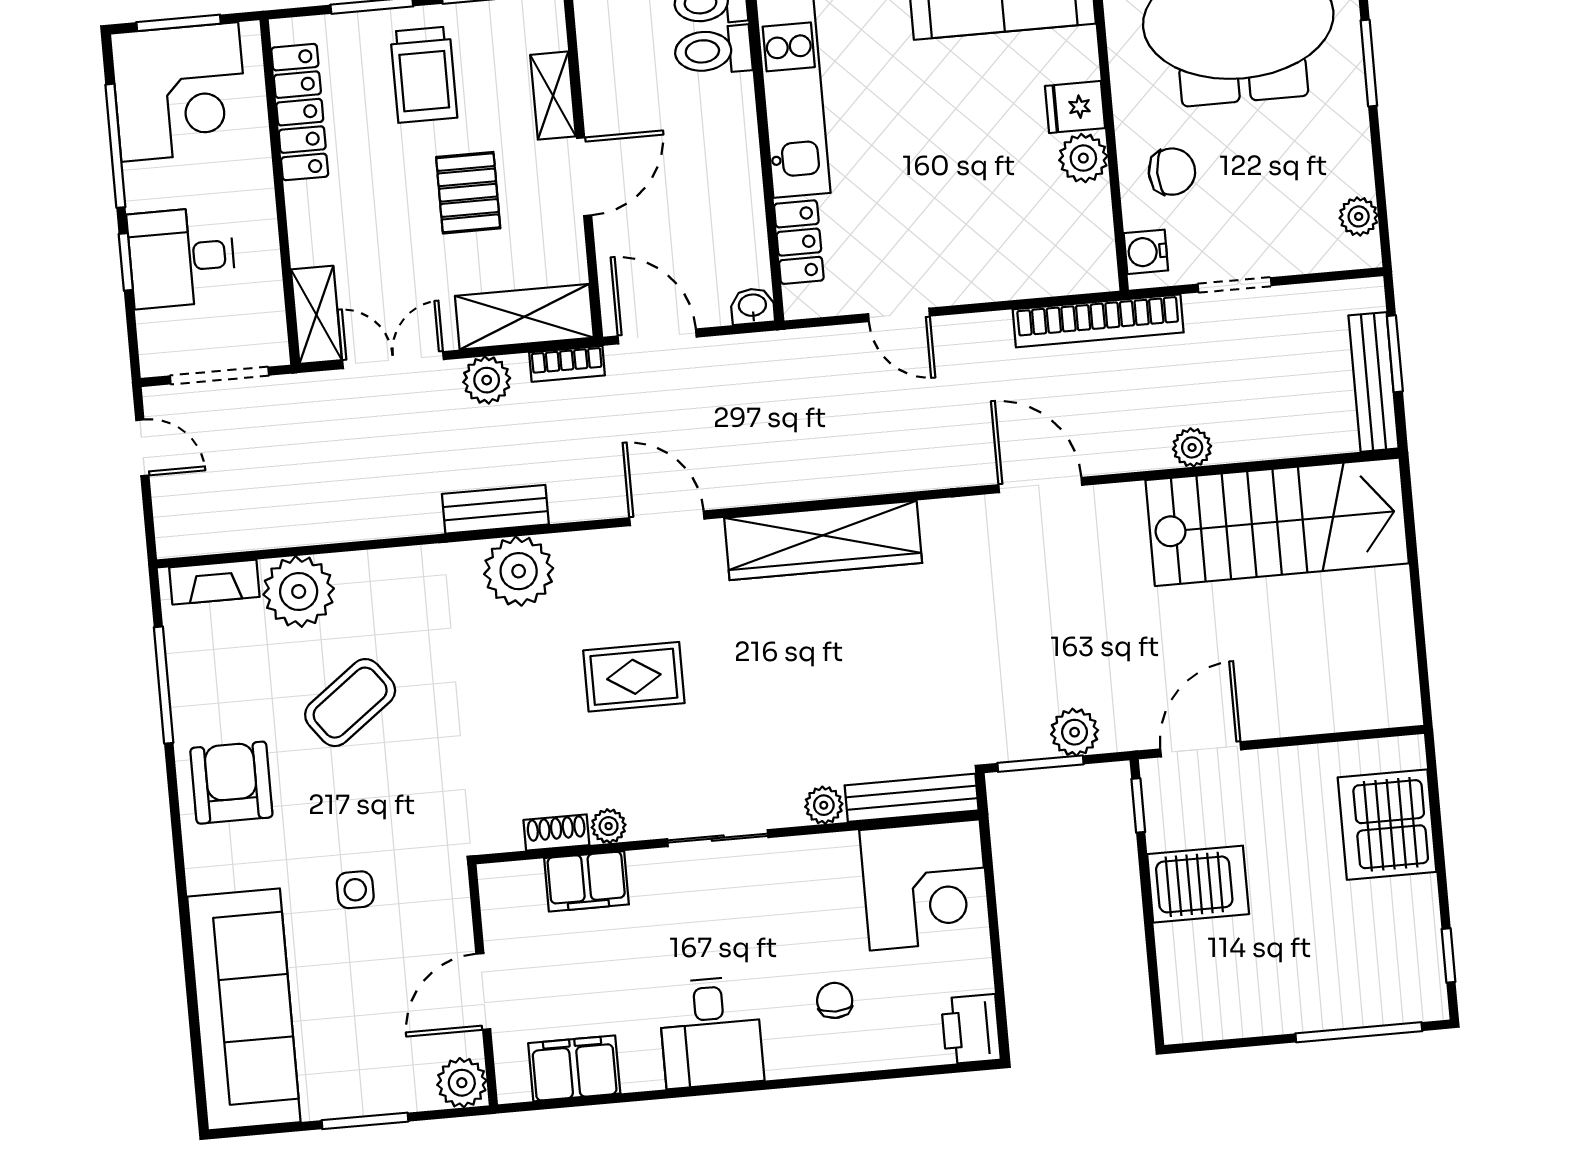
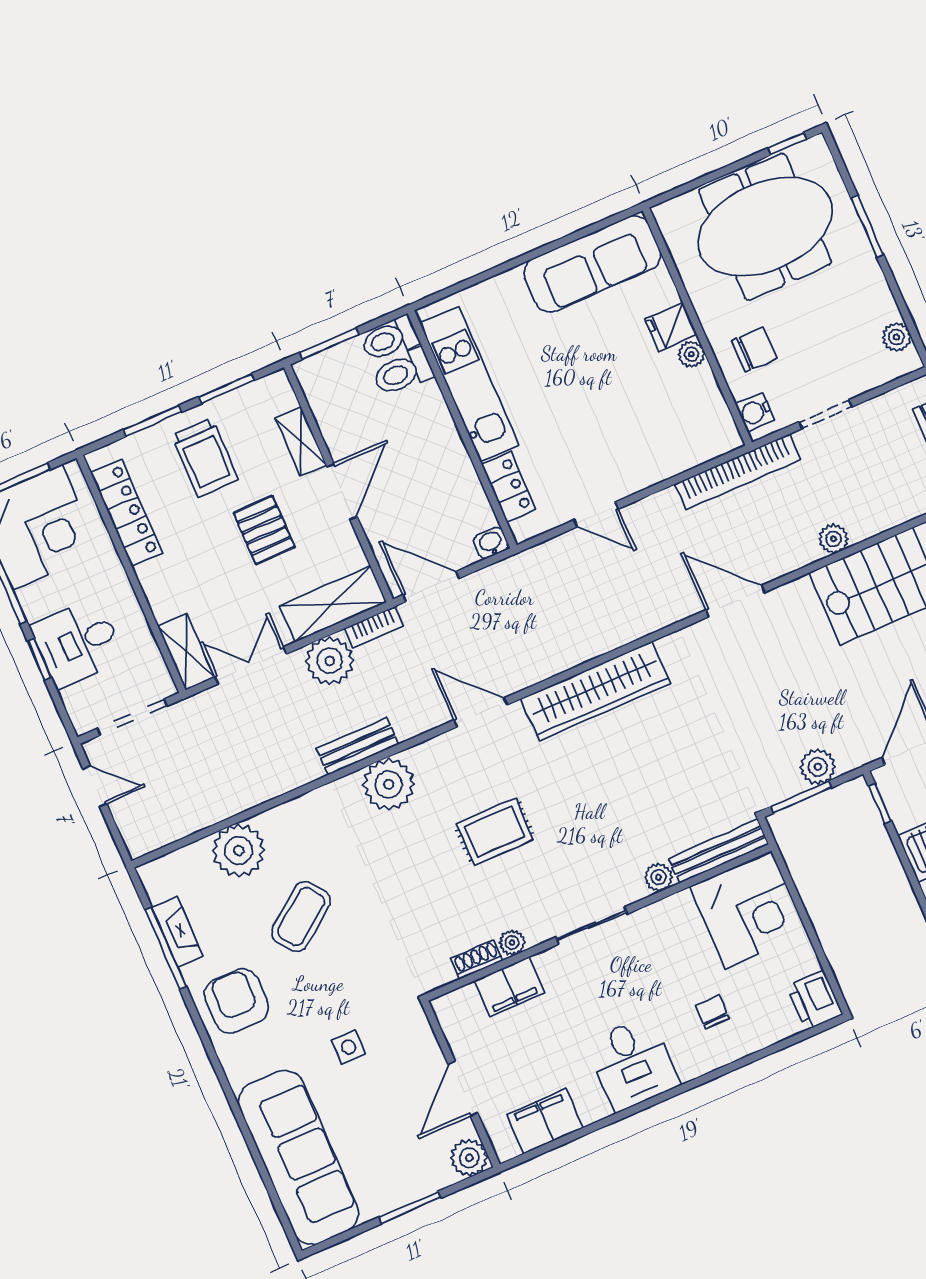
plant: (1083, 158) -> (691, 354), width x0.73, depth x0.73
plant: (487, 380) -> (330, 661), width x1.36, depth x1.36
fireplace: (214, 582) -> (177, 932), moved, turned -90

